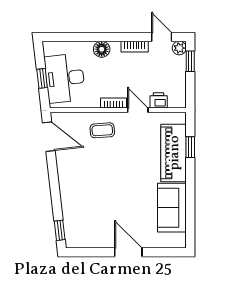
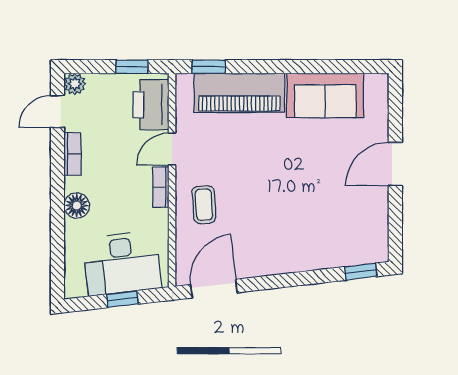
window: (190, 61) -> (132, 67), moved
printer: (159, 100) -> (151, 105), width x1.87, depth x1.48
window: (190, 147) -> (209, 67), moved

